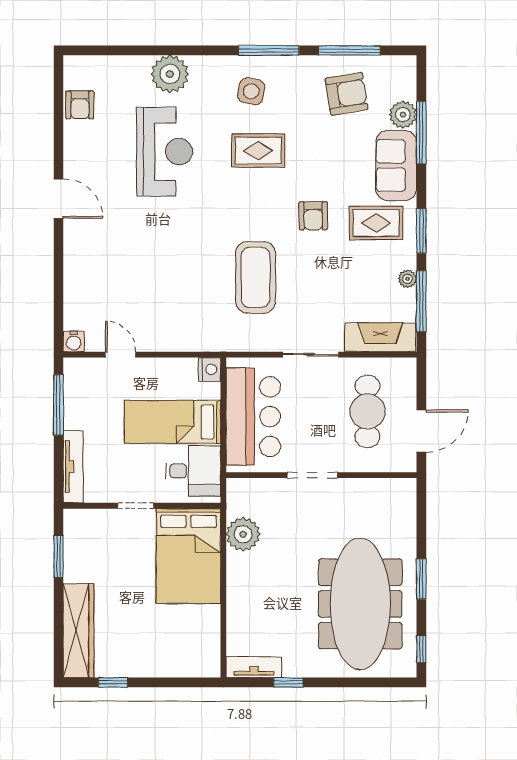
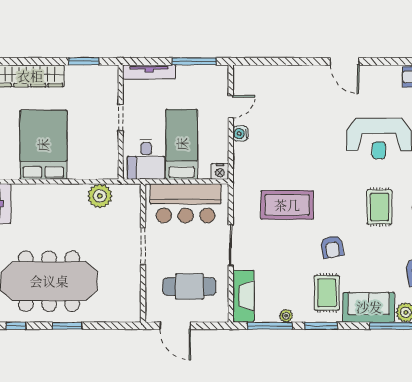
door: (58, 199) -> (345, 61), hinge flipped
armchair: (313, 216) -> (332, 247), turned -100
water cooler: (74, 341) -> (240, 134), moved
bed: (188, 556) -> (43, 145), moved, turned 90

